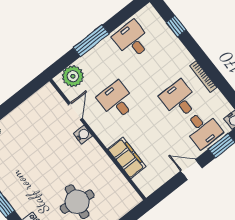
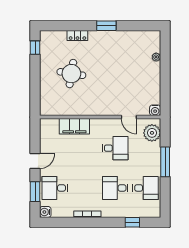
desk: (179, 99) -> (115, 188), moved, turned 180
water cooler: (83, 135) -> (155, 110), moved

